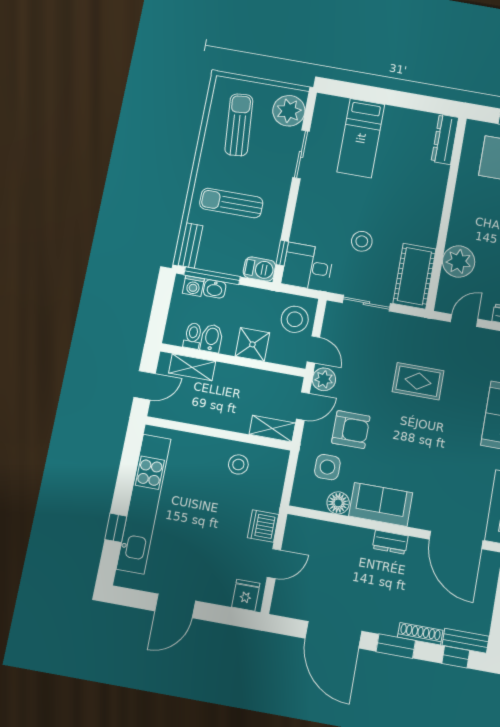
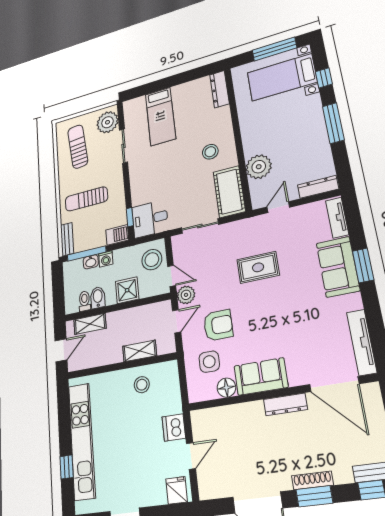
stool: (362, 241) -> (210, 152), moved
washing machine: (193, 286) -> (106, 259), moved
shelving: (272, 429) -> (140, 351), moved
dresser: (390, 542) -> (285, 404), width x1.44
shoe rack: (420, 634) -> (312, 480), moved

